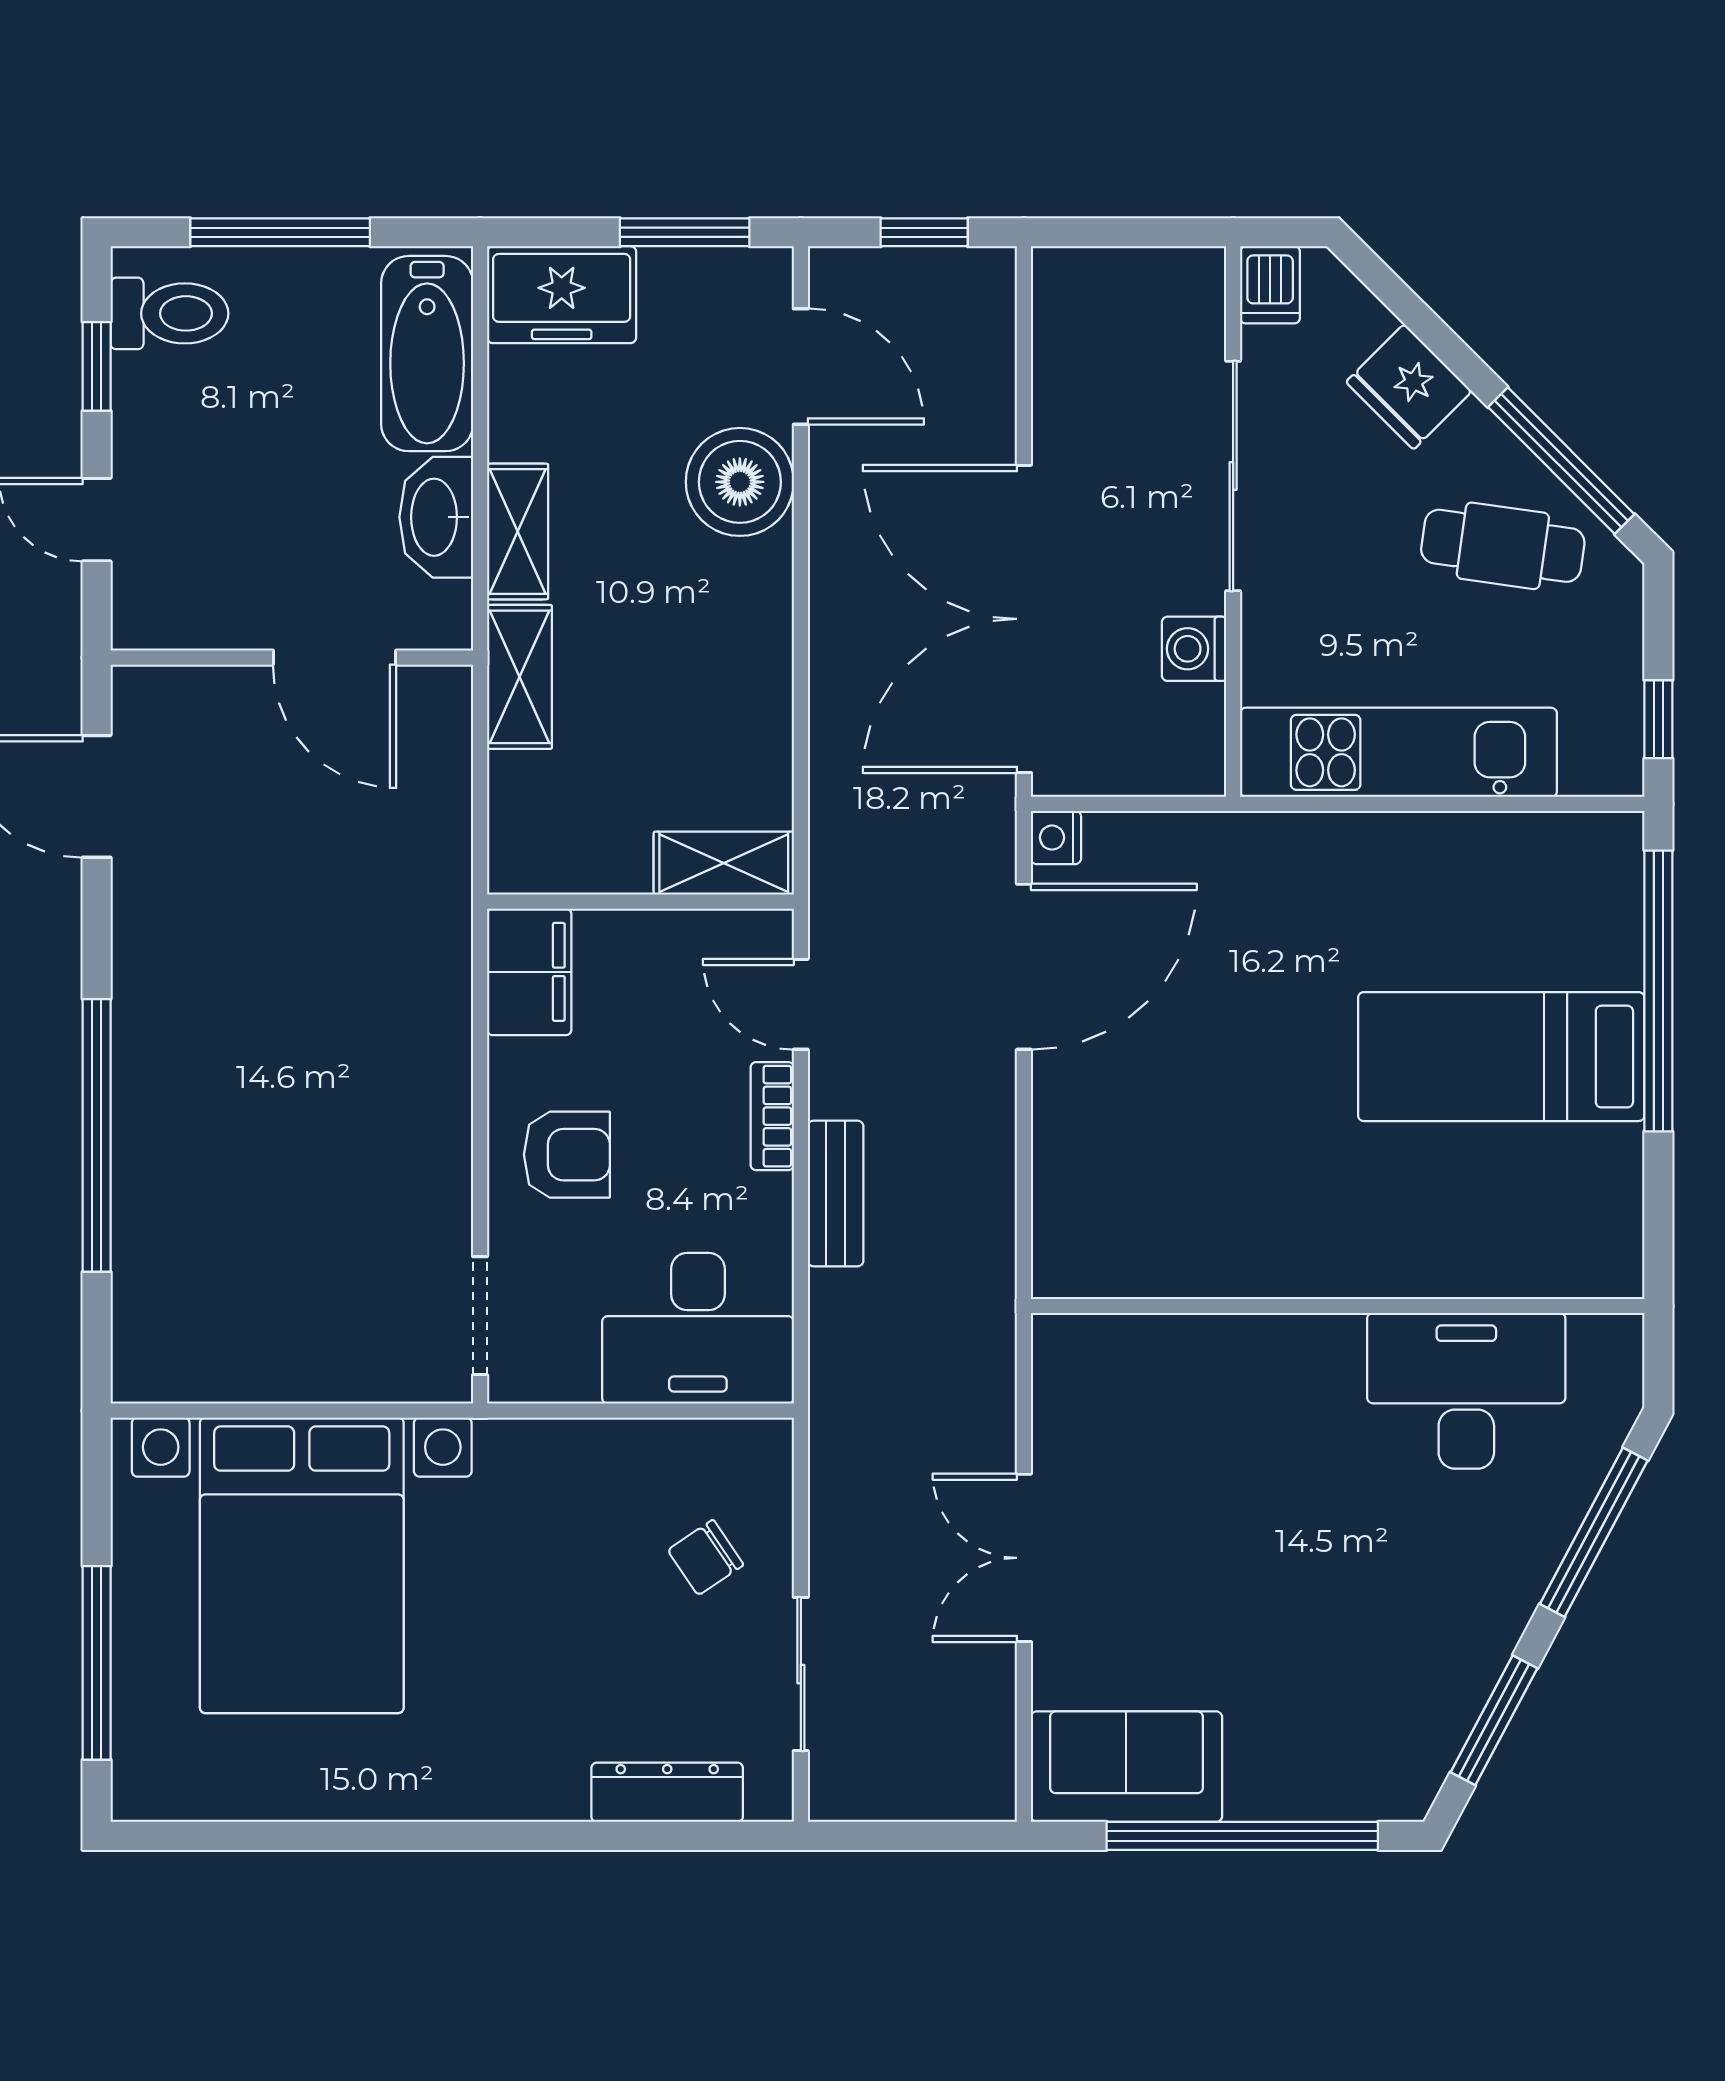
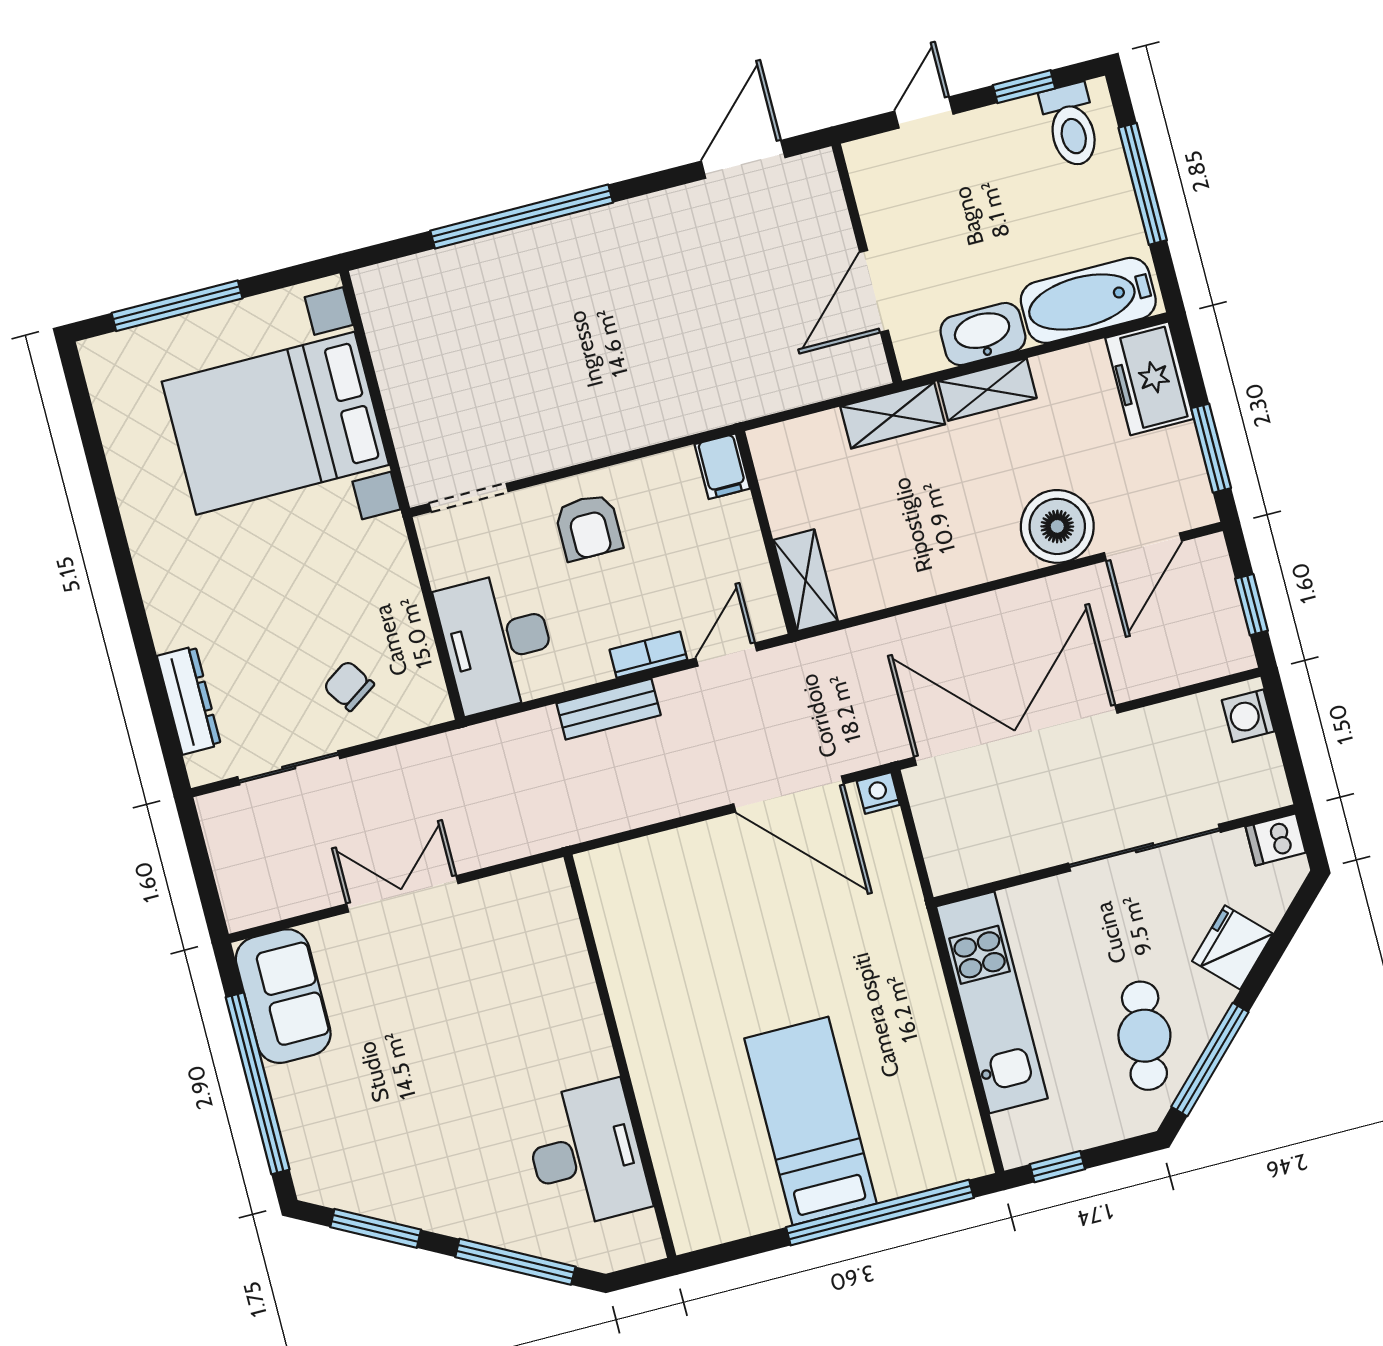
washing machine: (1194, 649) -> (1248, 716), moved, turned -90
filing cabinet: (529, 972) -> (722, 466), width x0.50

